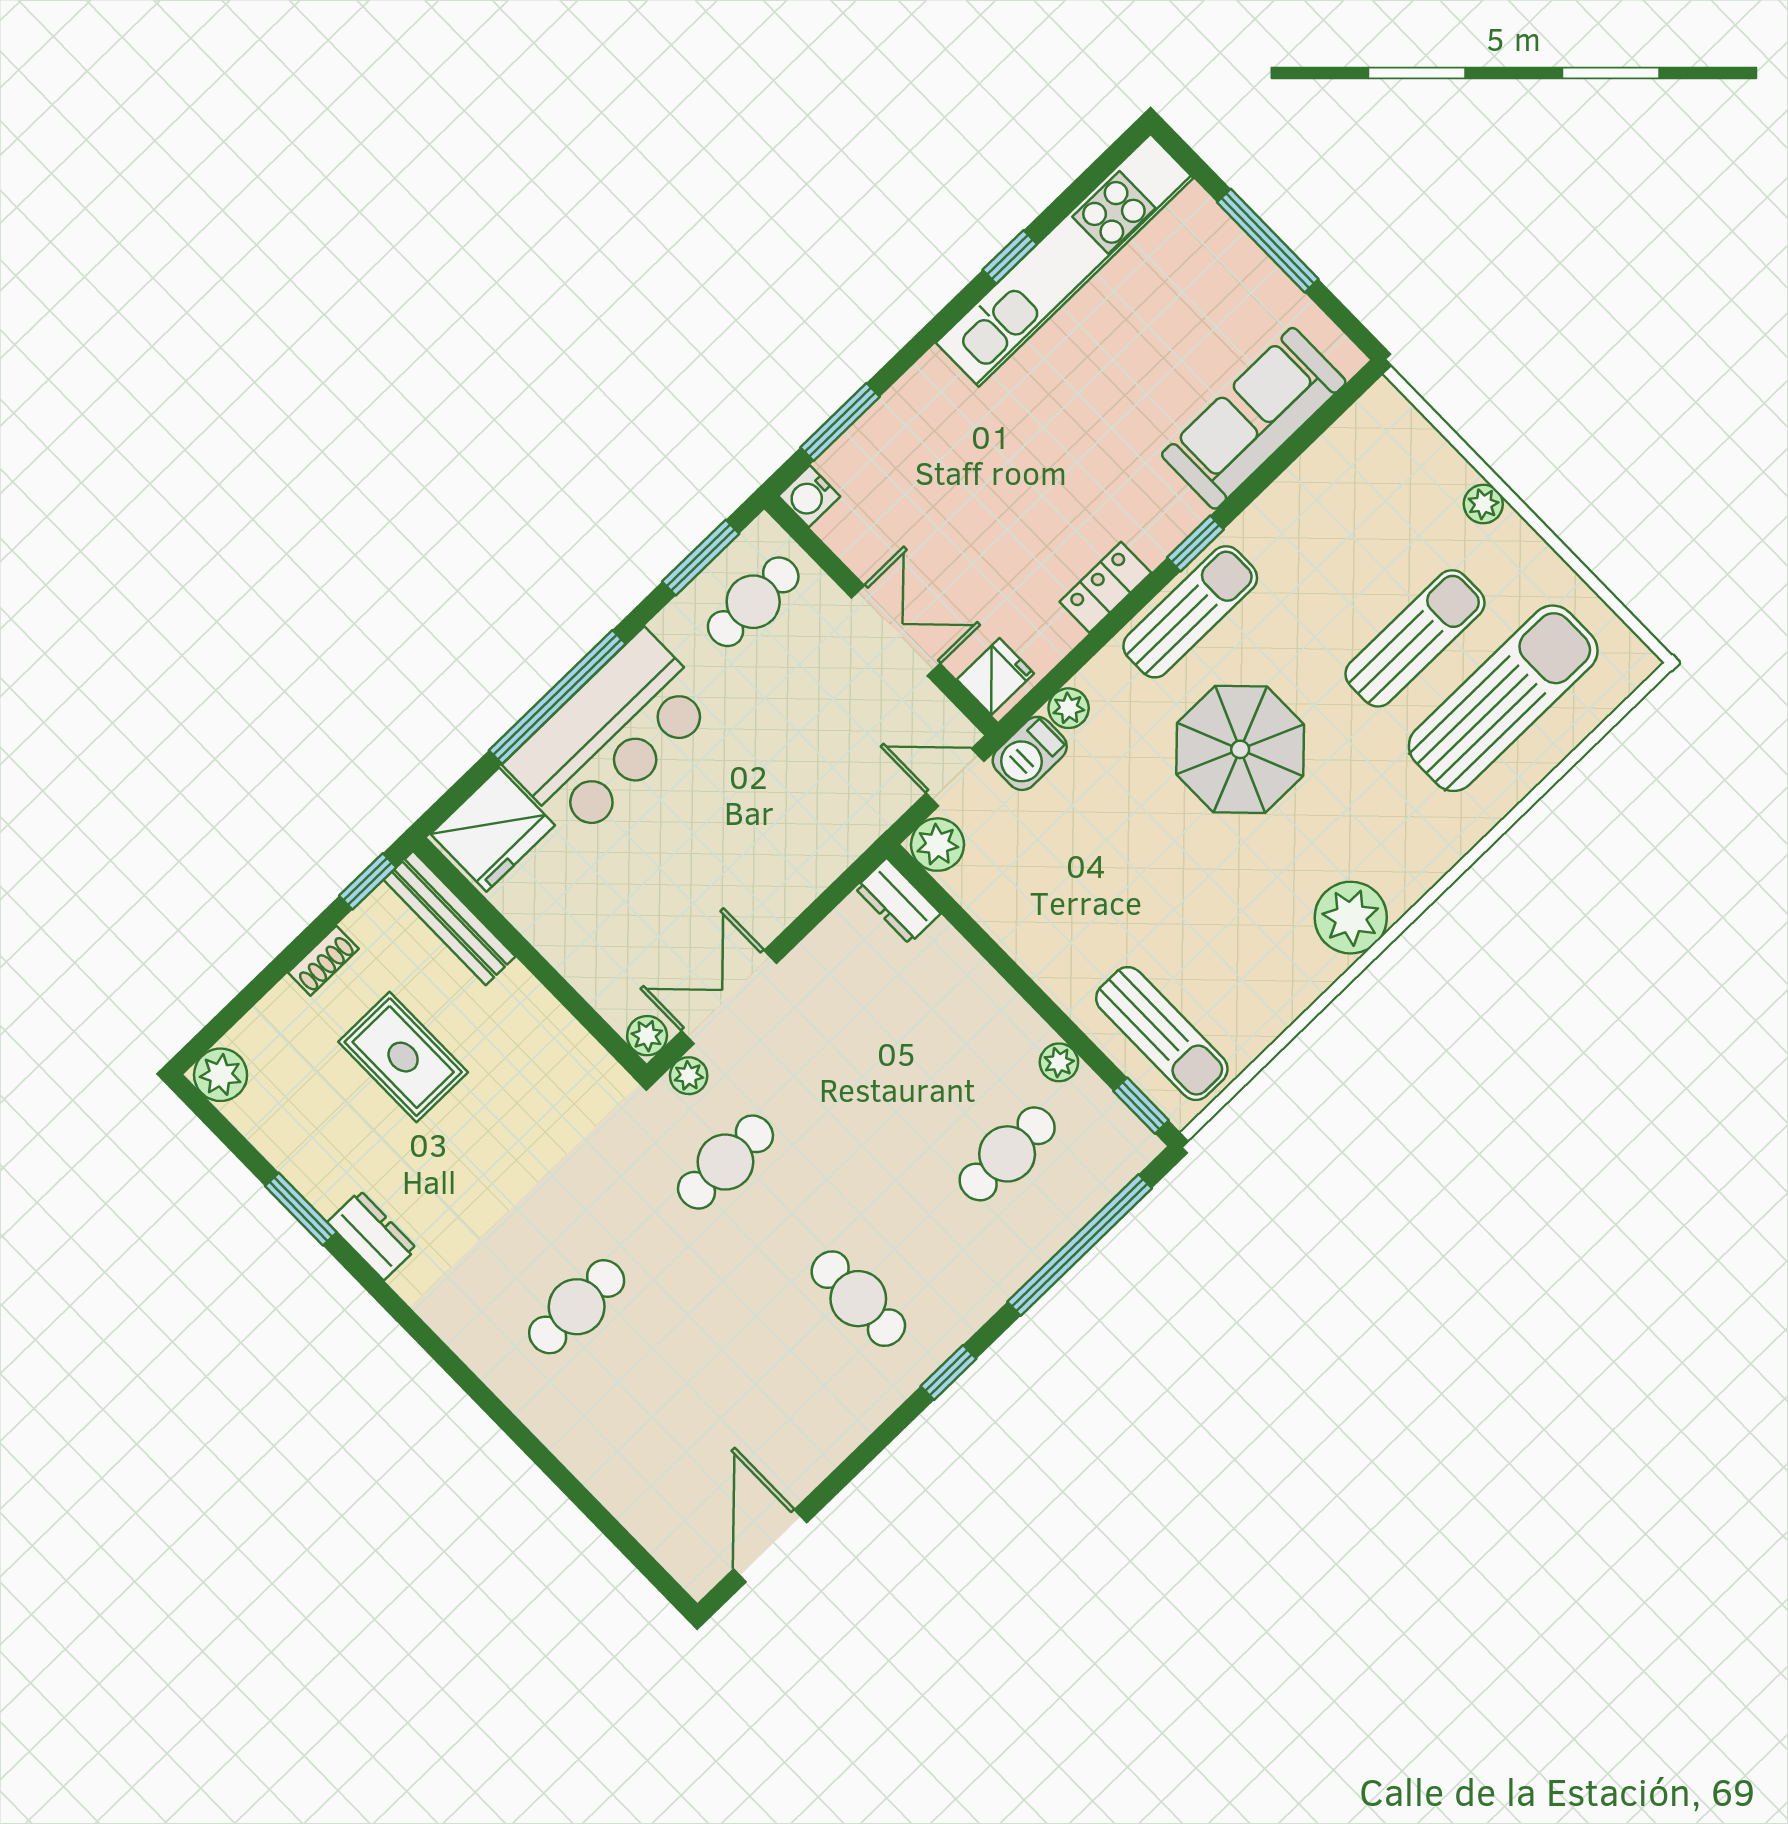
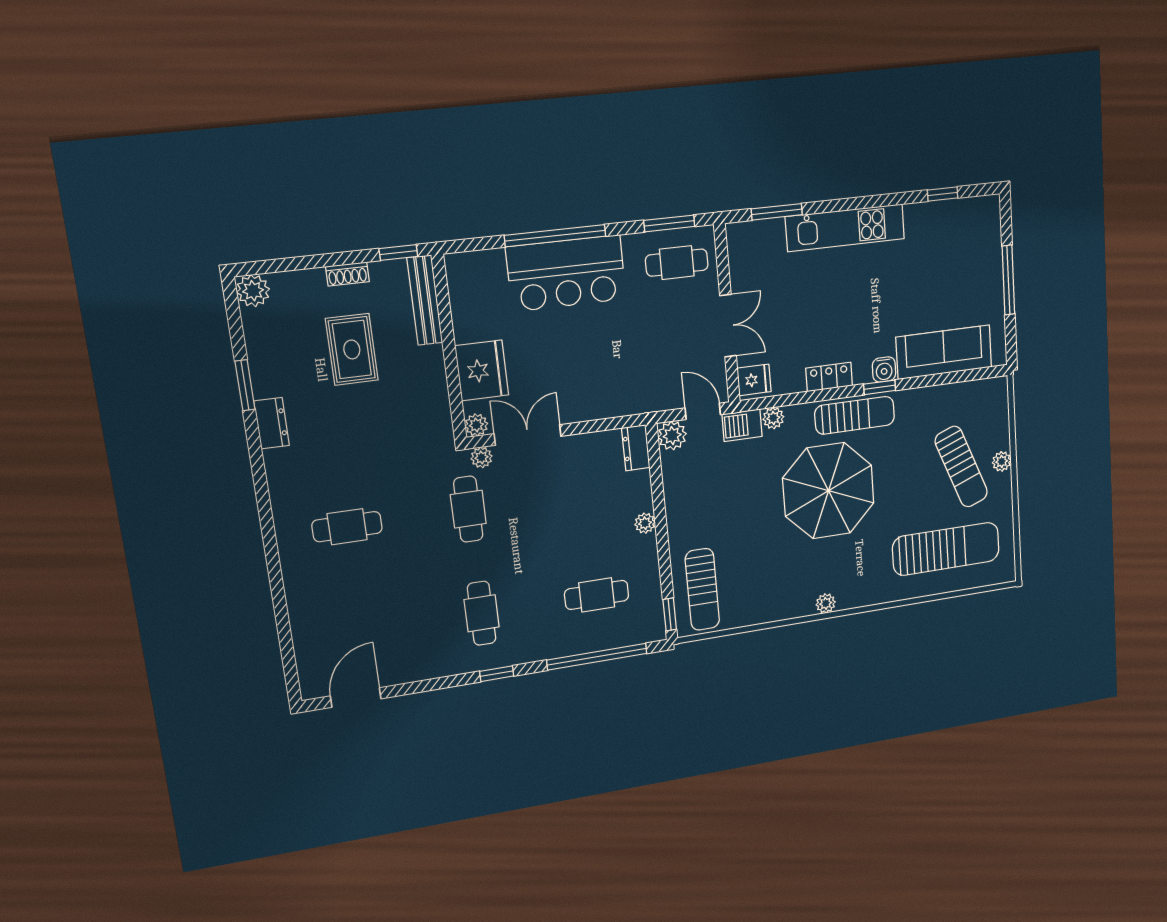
window: (1010, 257) -> (943, 194), moved
kitchen unit: (1065, 260) -> (845, 228), moved, width x0.73
water cooler: (809, 496) -> (884, 369), moved, turned -90
sun lounger: (1415, 638) -> (961, 467), moved, turned 69
parasol: (1240, 749) -> (829, 491), width x1.36, depth x1.36
fridge: (493, 830) -> (482, 370), moved, turned -90
plant: (1351, 918) -> (826, 603), width x0.53, depth x0.53
plant: (1059, 1062) -> (645, 523), moved
cafe table: (725, 1162) -> (468, 509), turned 90

